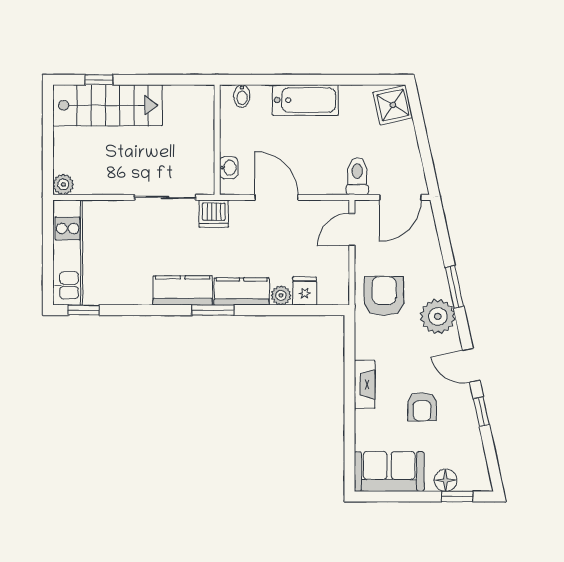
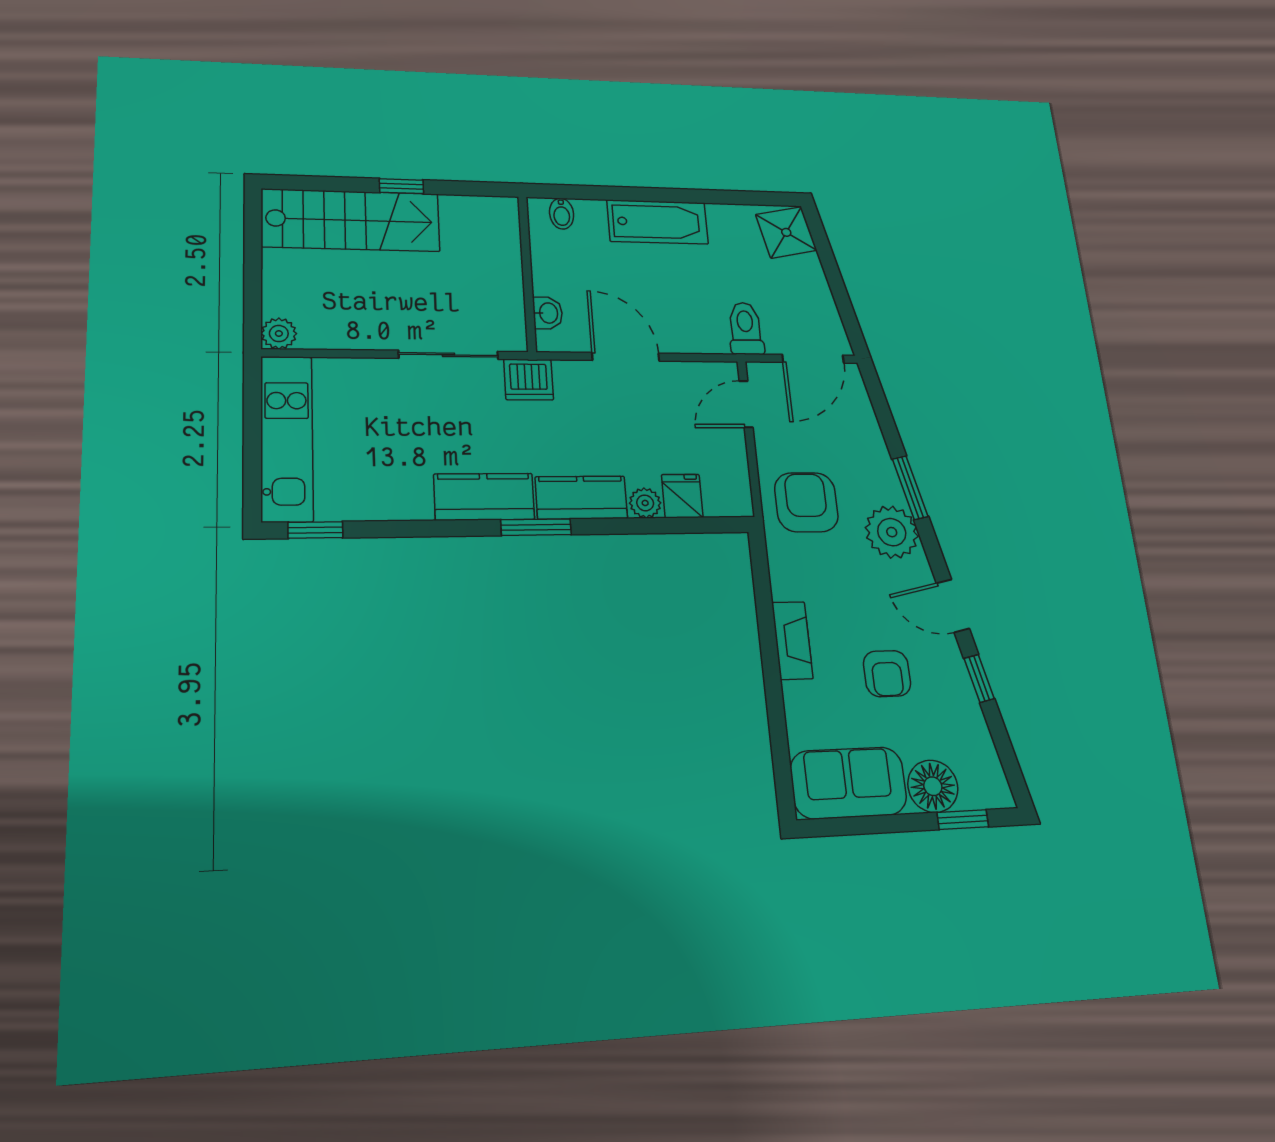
window: (99, 80) -> (401, 186), moved
floor lamp: (446, 480) -> (933, 786), width x1.38, depth x1.38

